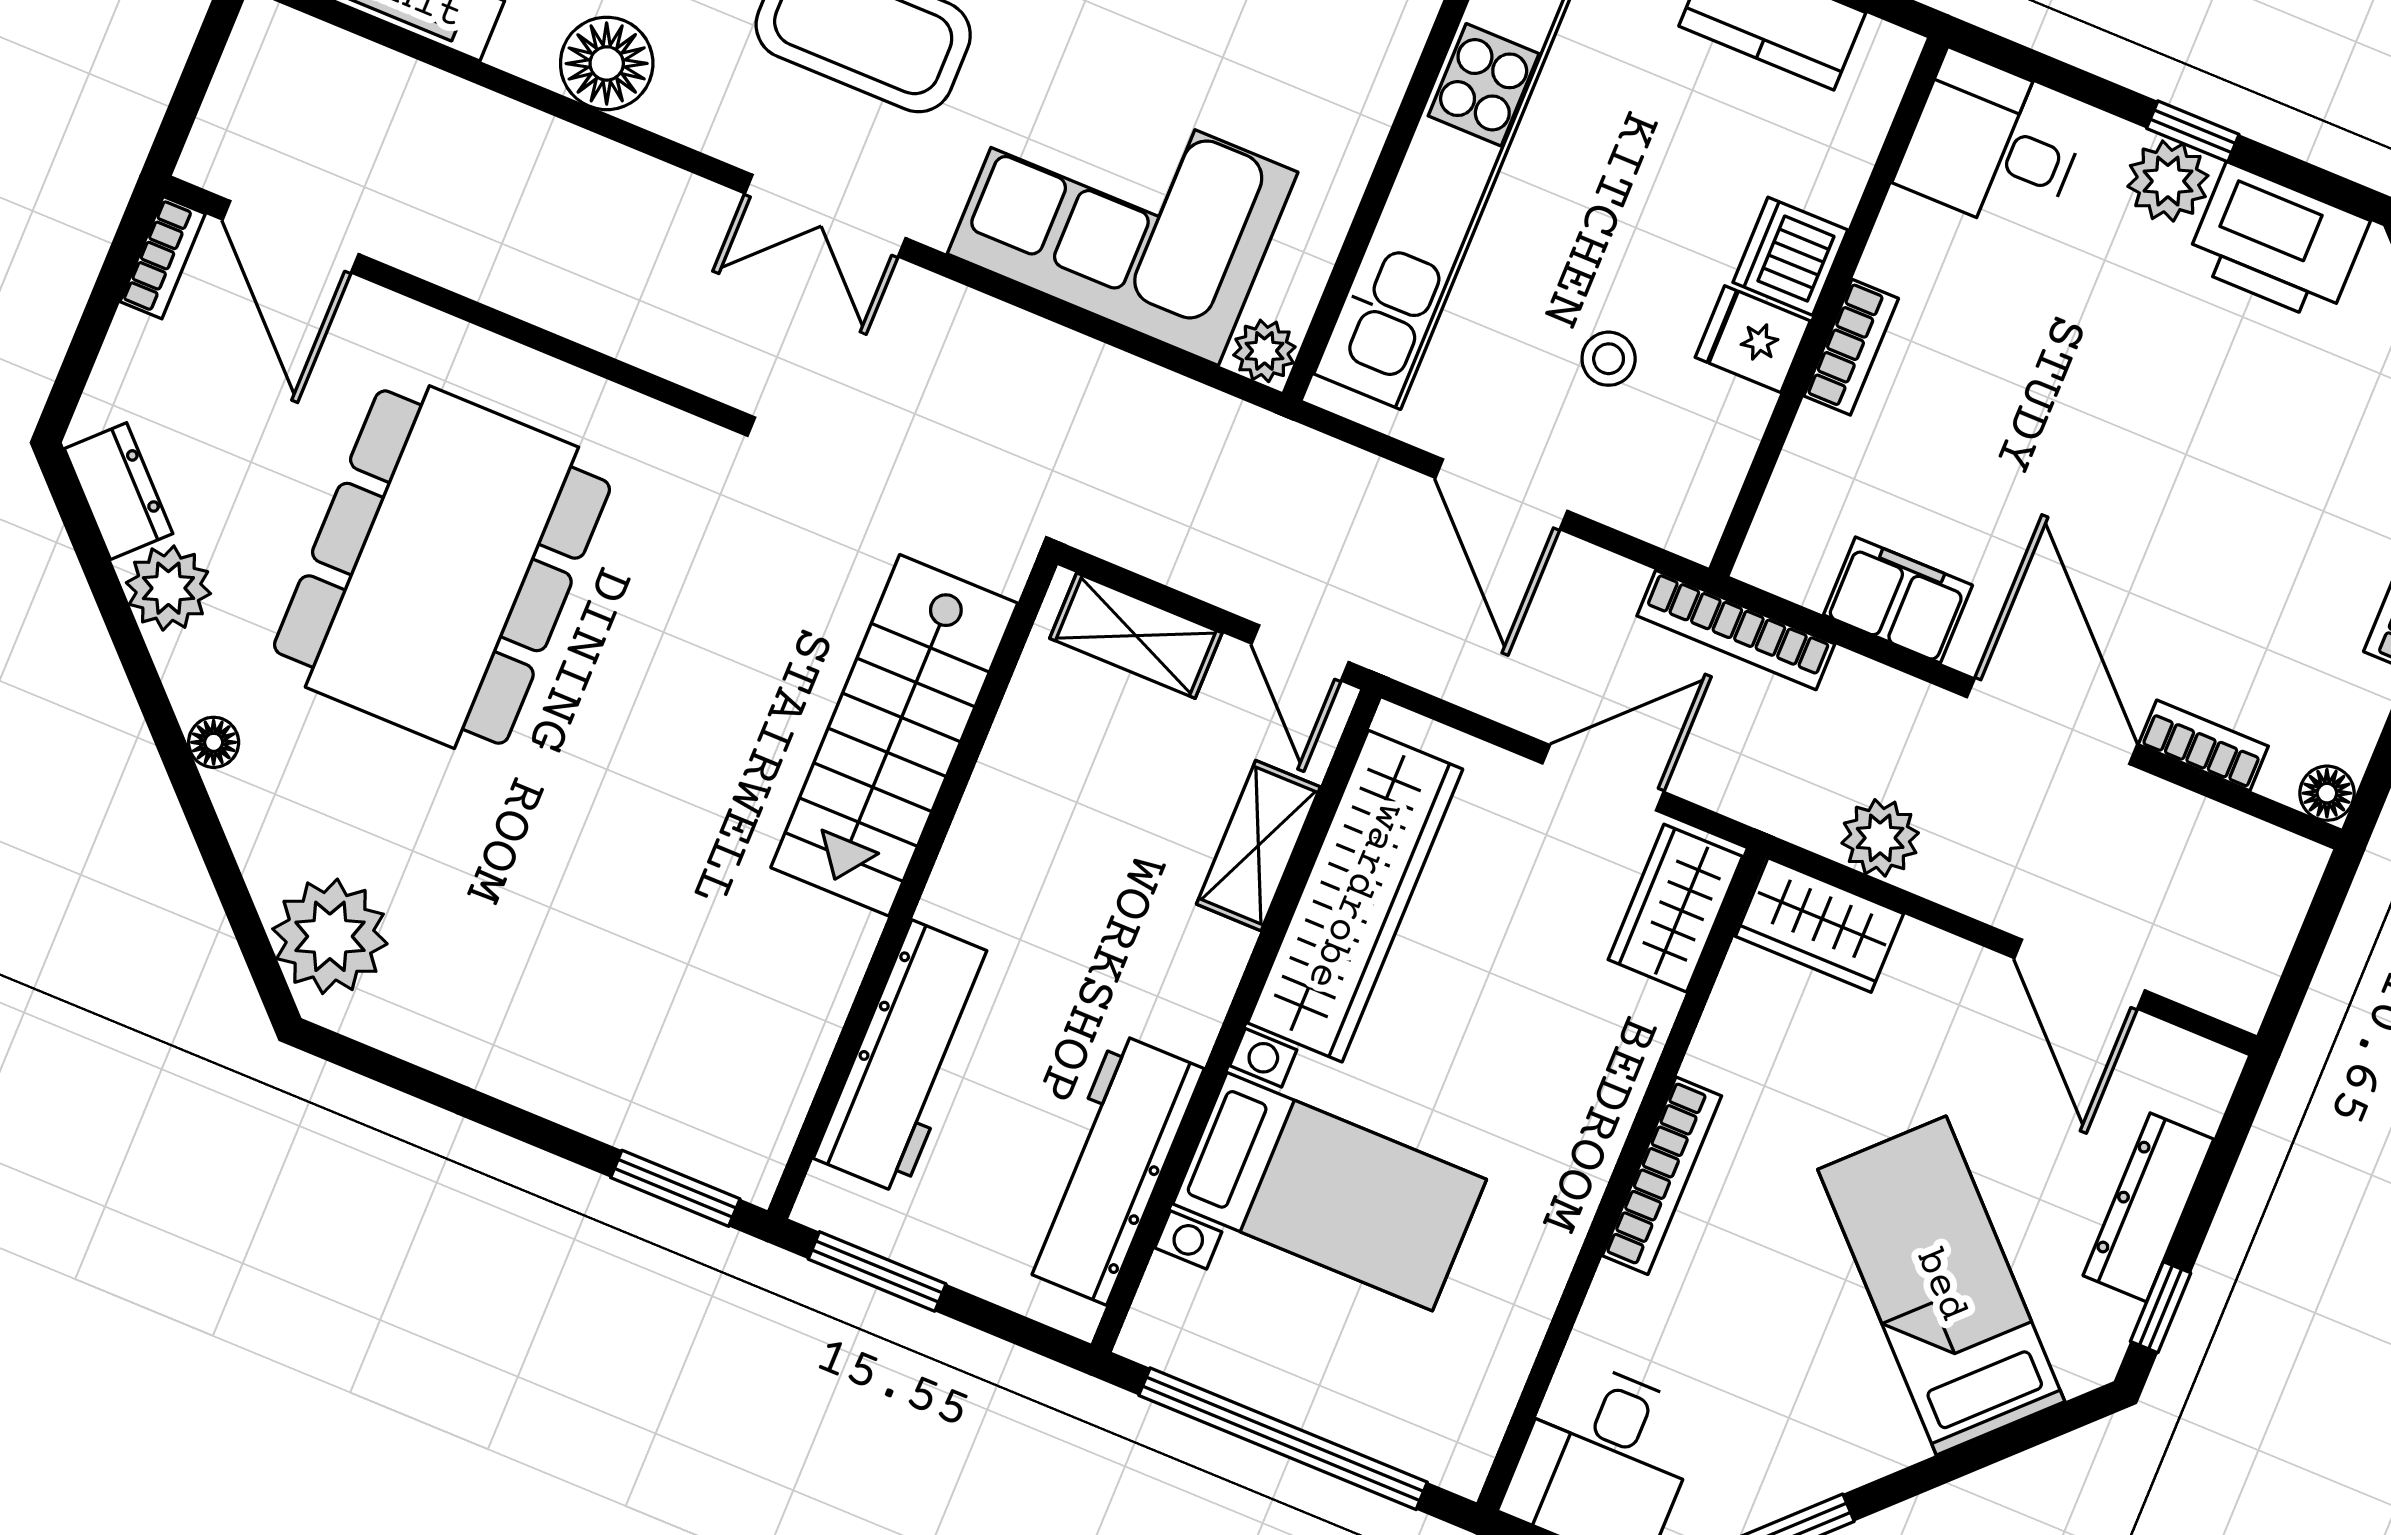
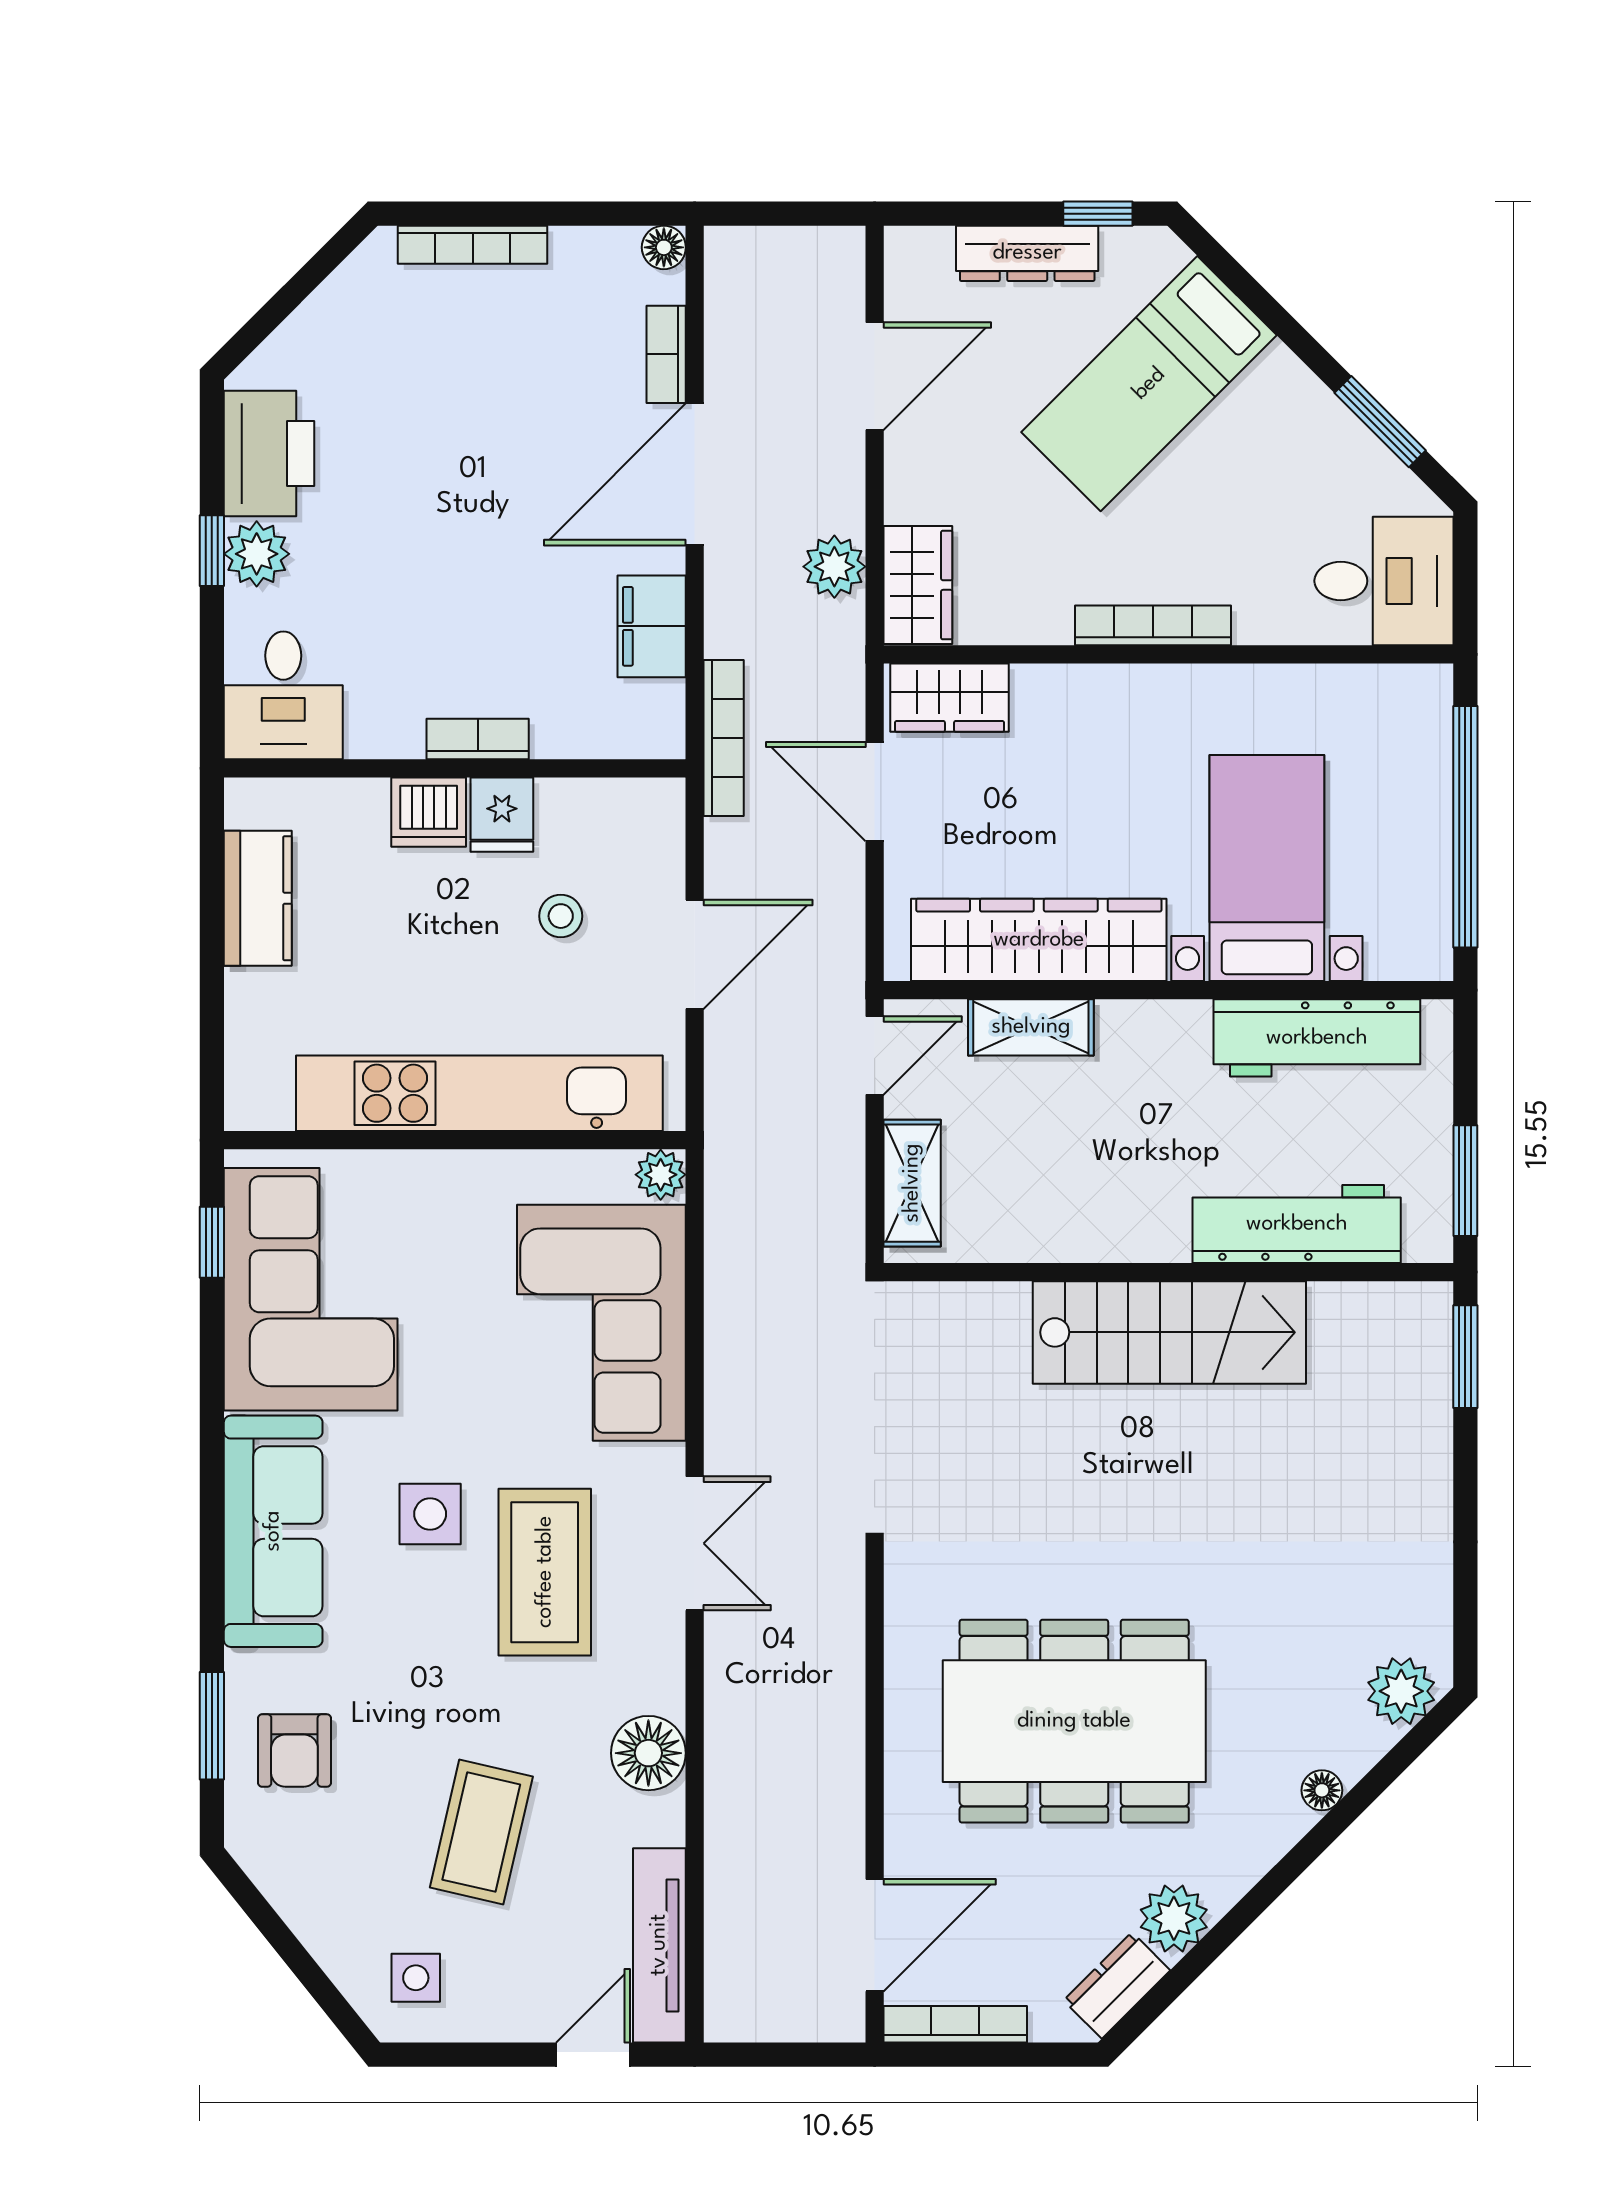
bookcase: (163, 258) -> (955, 2024), width x1.56
stairs: (894, 735) -> (1169, 1332), moved
floor lamp: (214, 742) -> (1322, 1790), moved
plant: (330, 936) -> (1401, 1691), width x0.73, depth x0.73

